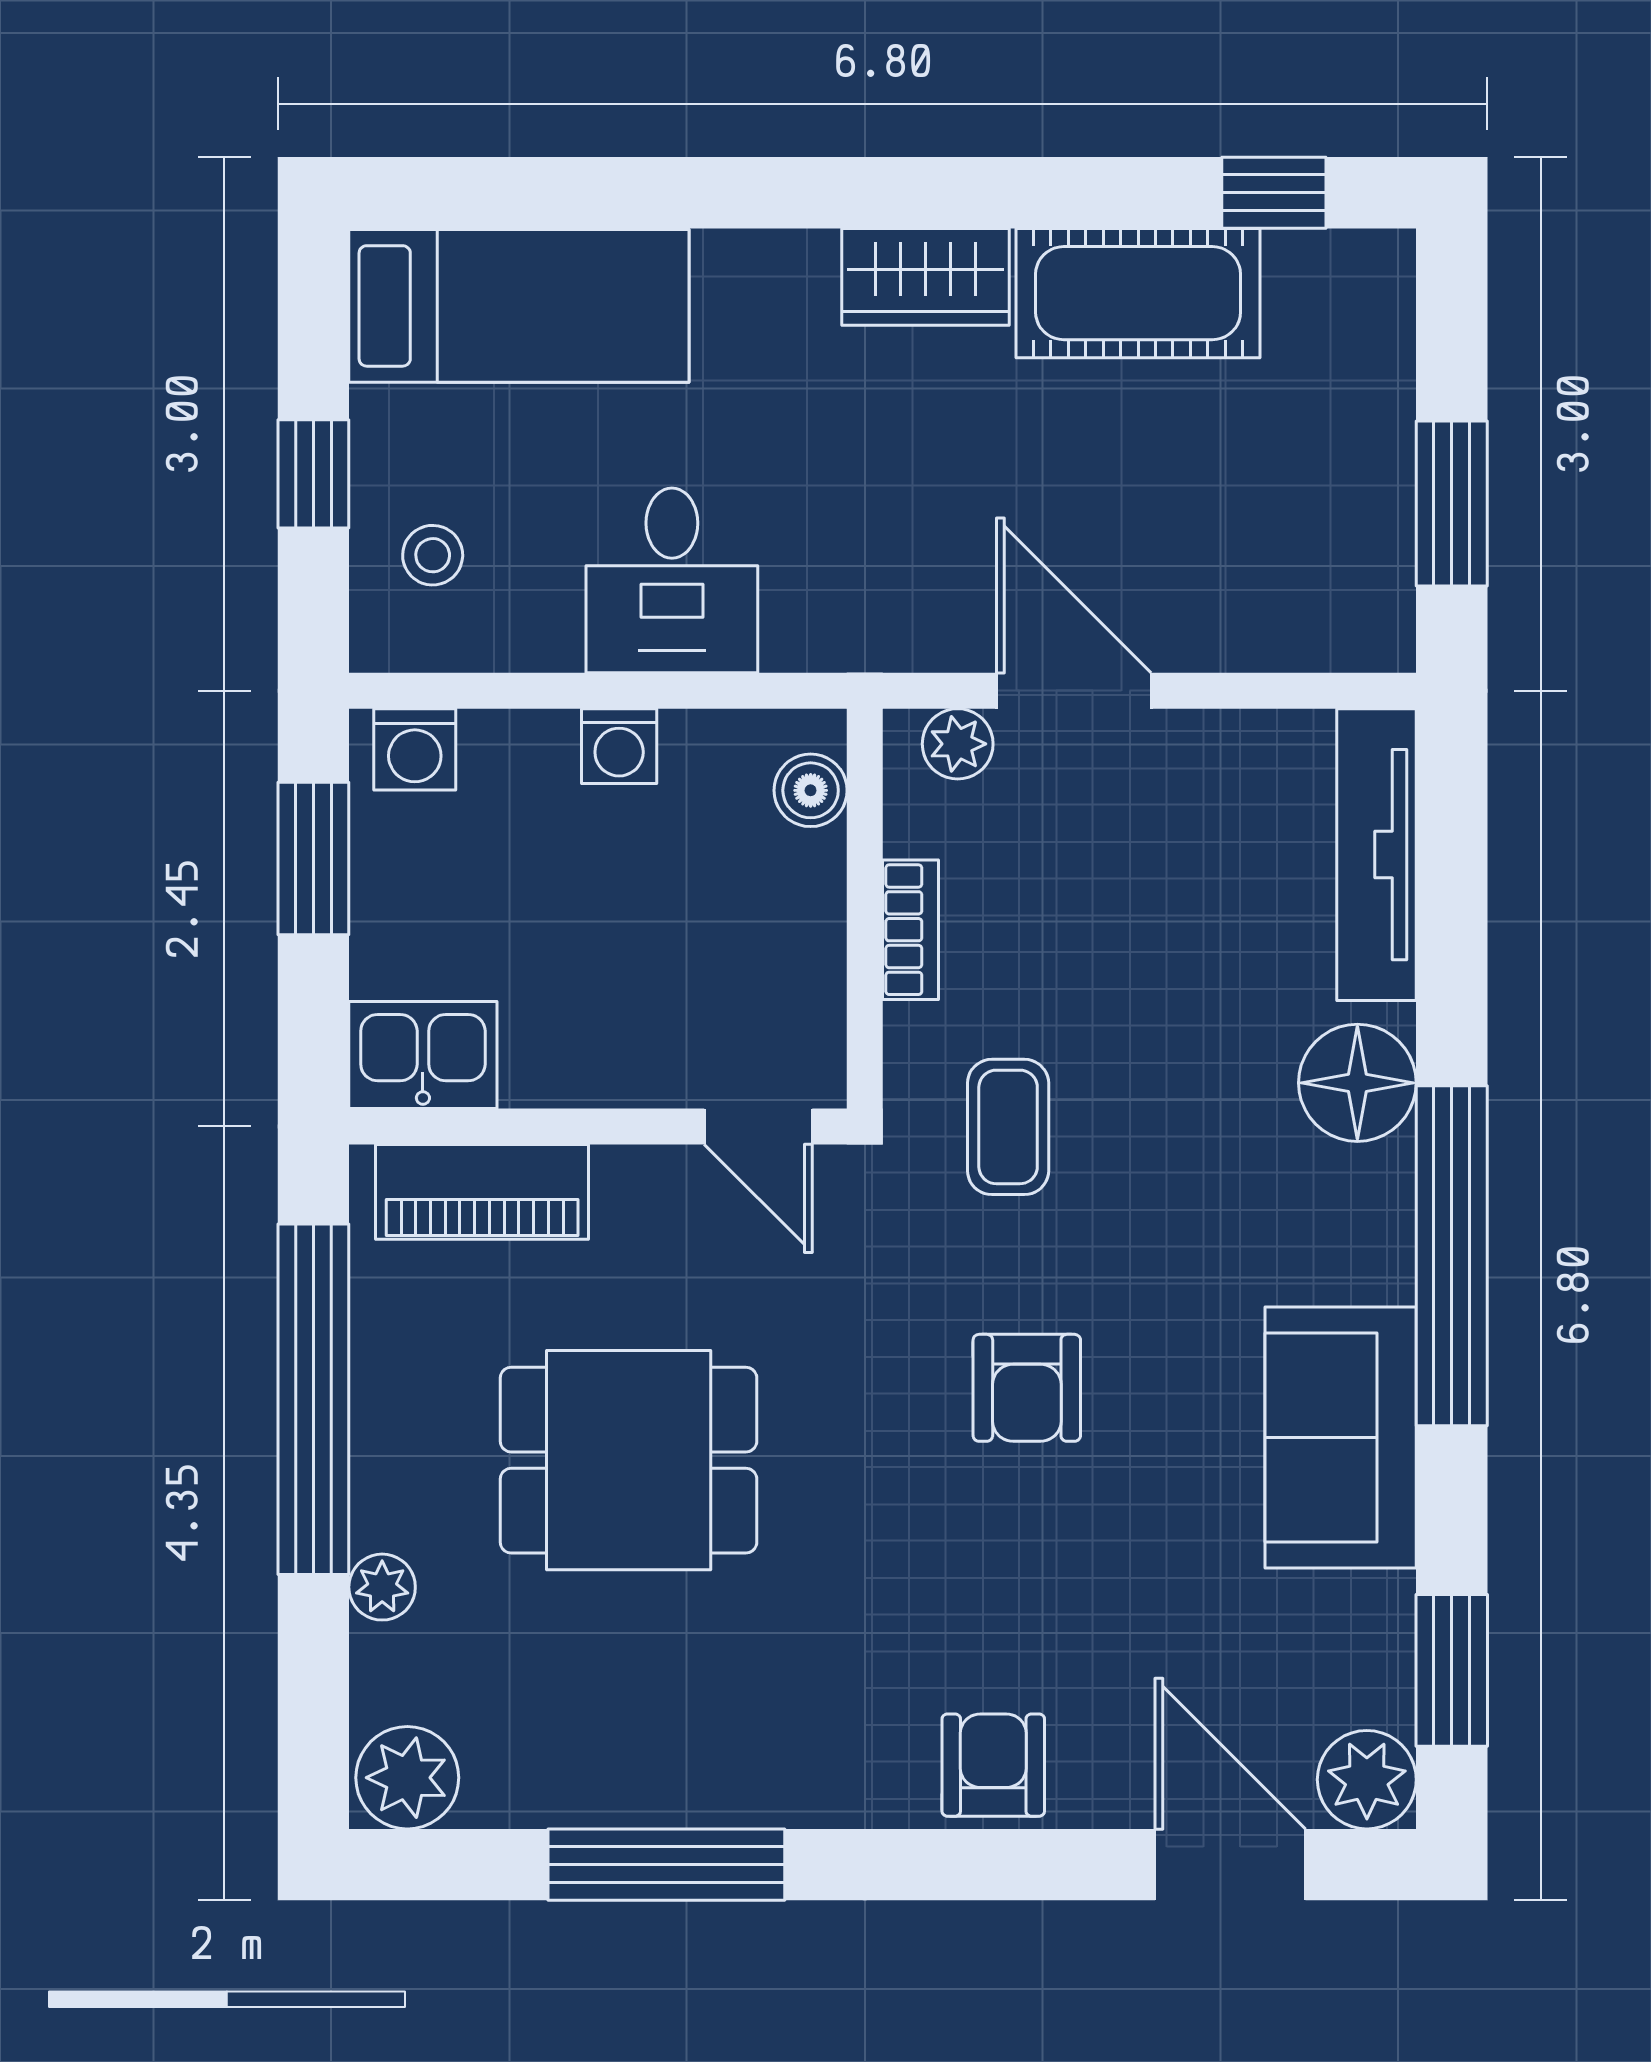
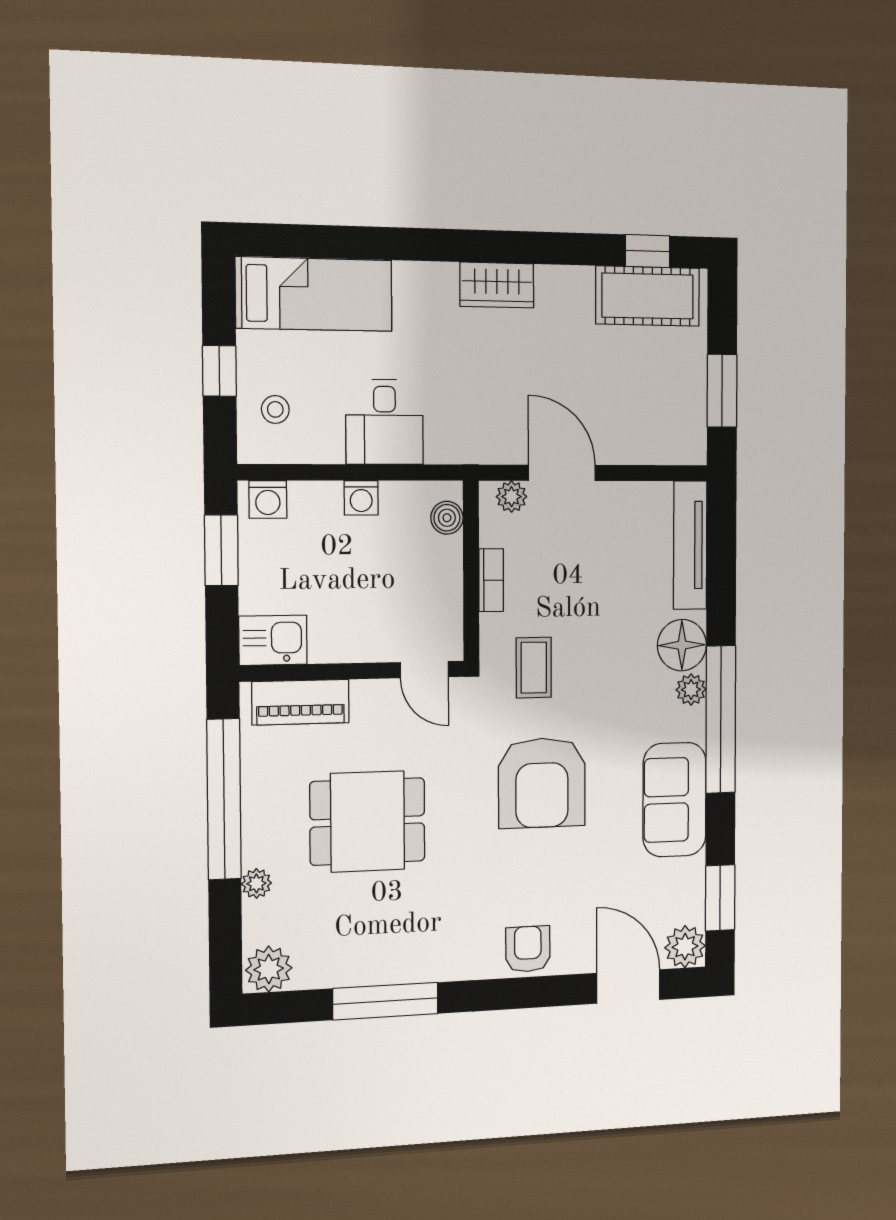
cot: (1138, 293) -> (648, 296), moved
plant: (1380, 1185) -> (691, 690), added
armchair: (1027, 1388) -> (542, 783), width x1.88, depth x1.88

